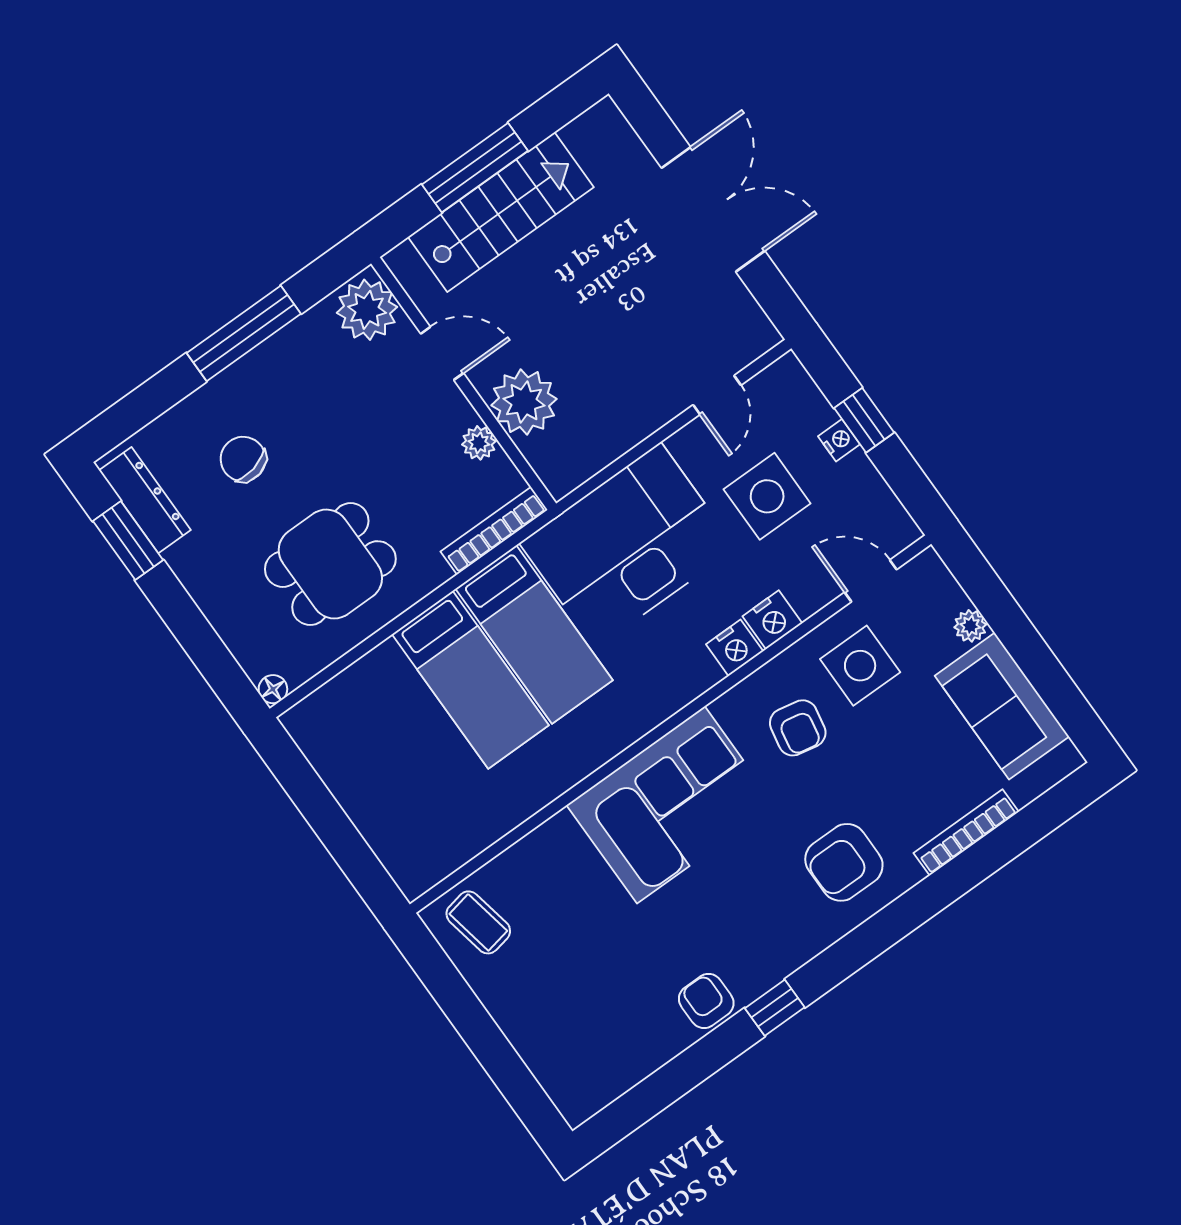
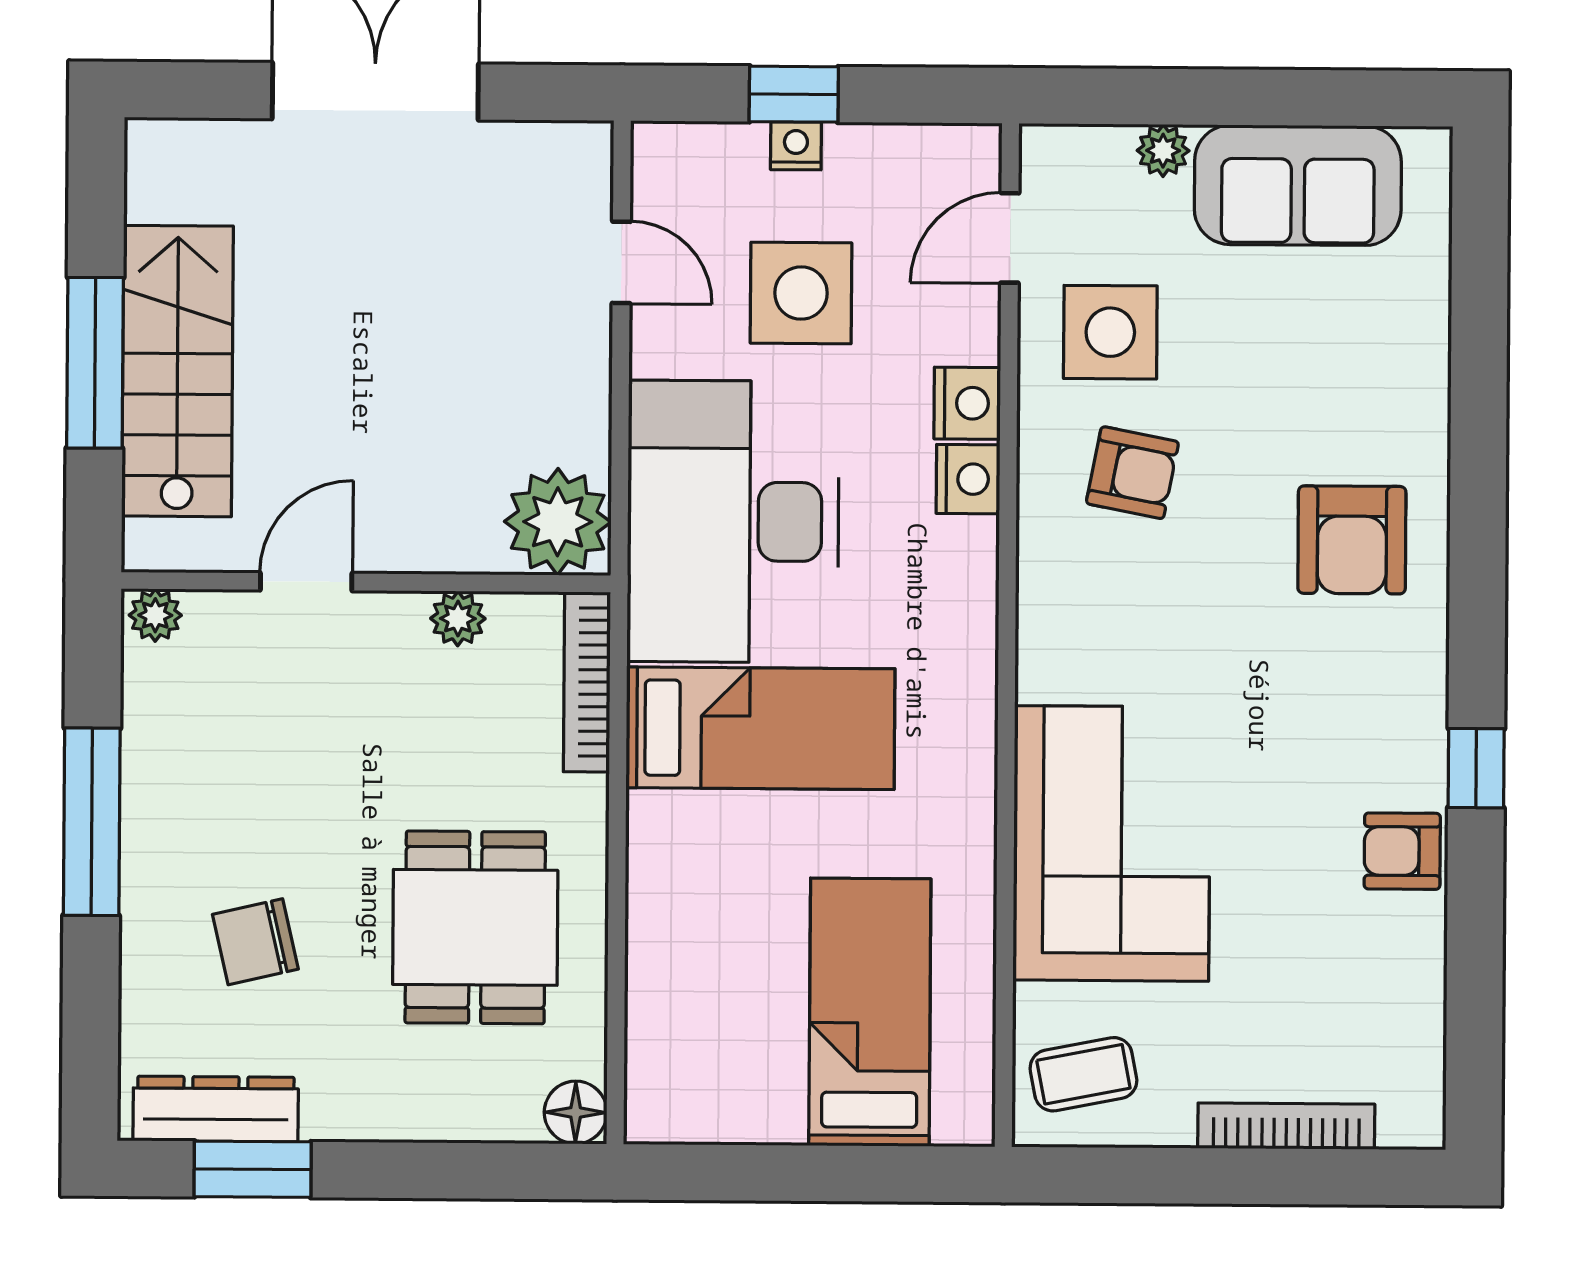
plant: (367, 310) -> (155, 615), width x0.53, depth x0.53
plant: (524, 402) -> (558, 522), moved
bed: (470, 680) -> (870, 1012), moved, turned -90
floor lamp: (273, 689) -> (576, 1112), width x1.37, depth x1.37
corner sofa: (671, 805) -> (1112, 843), moved
bookcase: (966, 832) -> (1286, 1126), moved, turned 90

